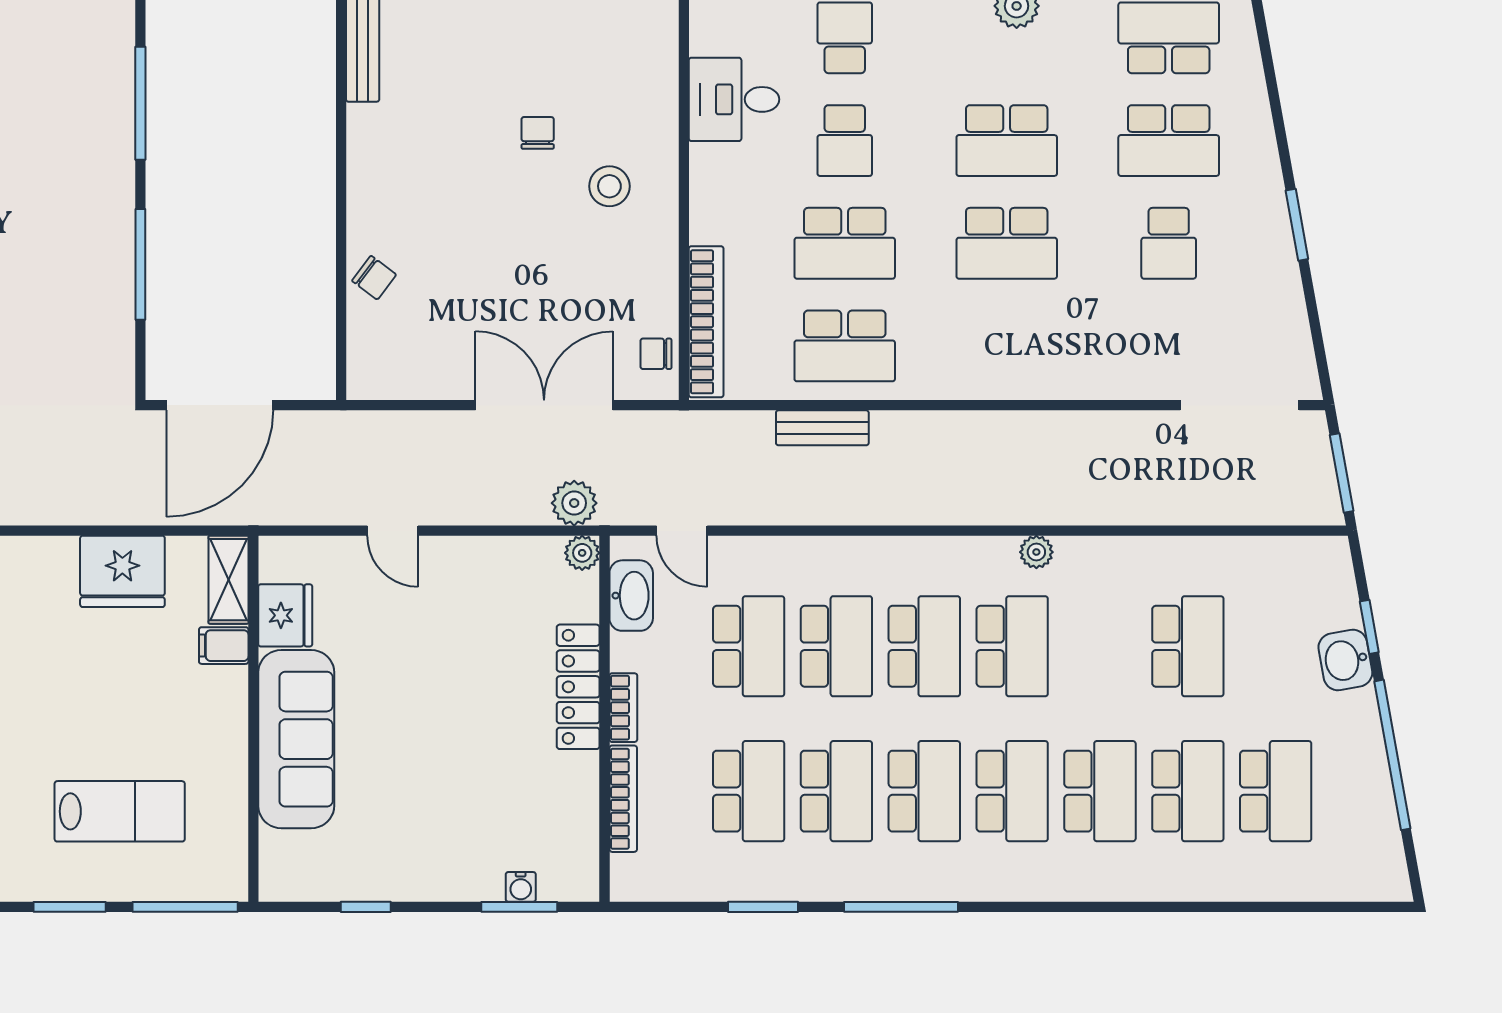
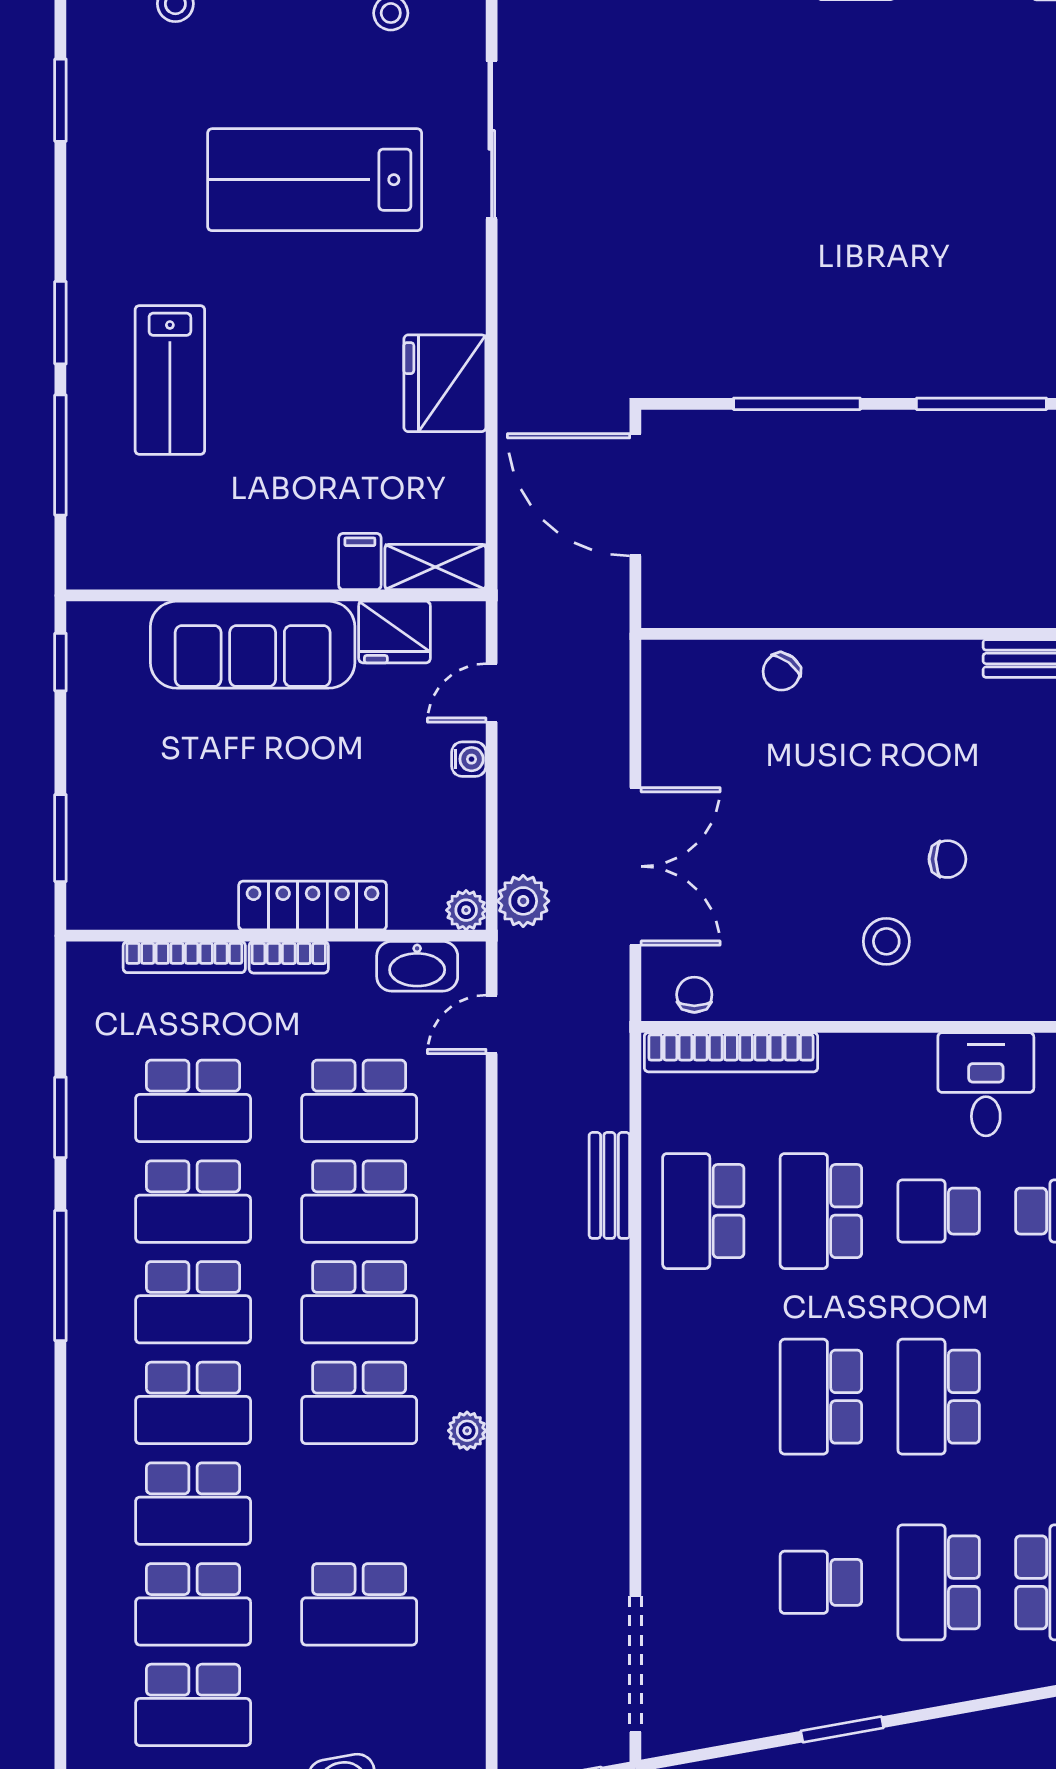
shelving: (228, 580) -> (435, 567), moved
fridge: (285, 615) -> (394, 632), moved
filing cabinet: (224, 646) -> (360, 562), moved
wall: (253, 719) -> (276, 595), moved
sofa: (296, 739) -> (253, 645), moved
water cooler: (521, 887) -> (469, 759), moved, turned 180

